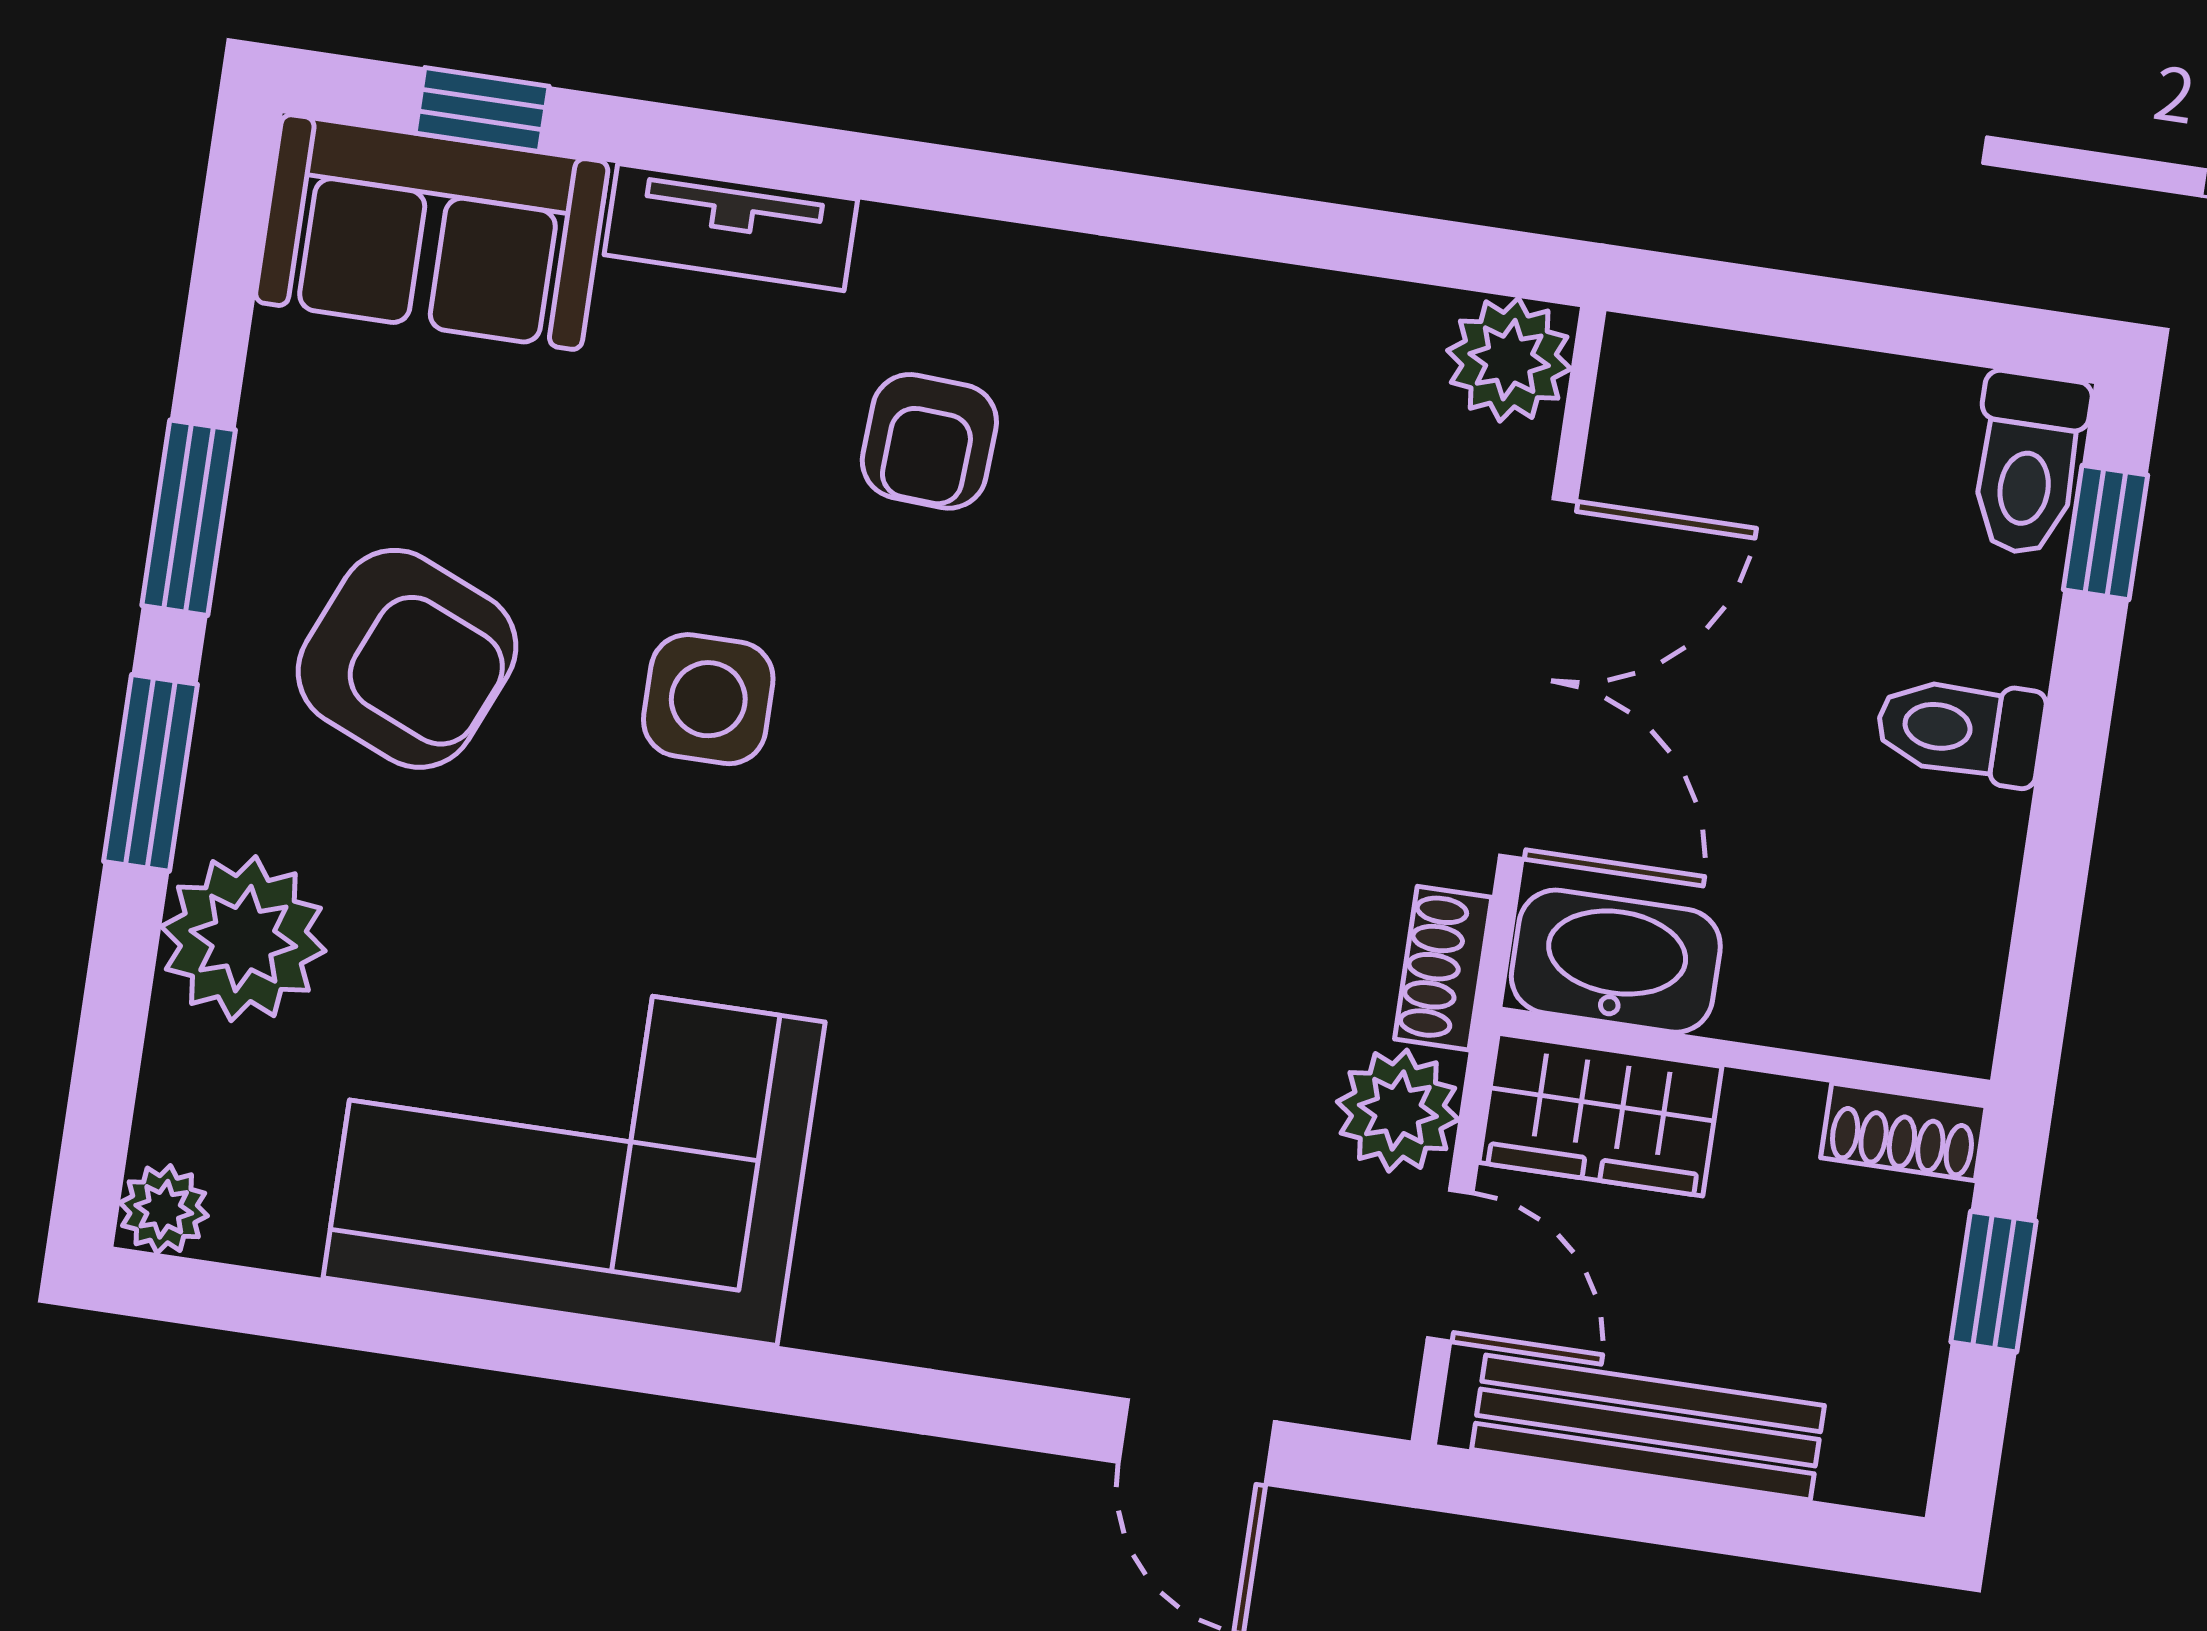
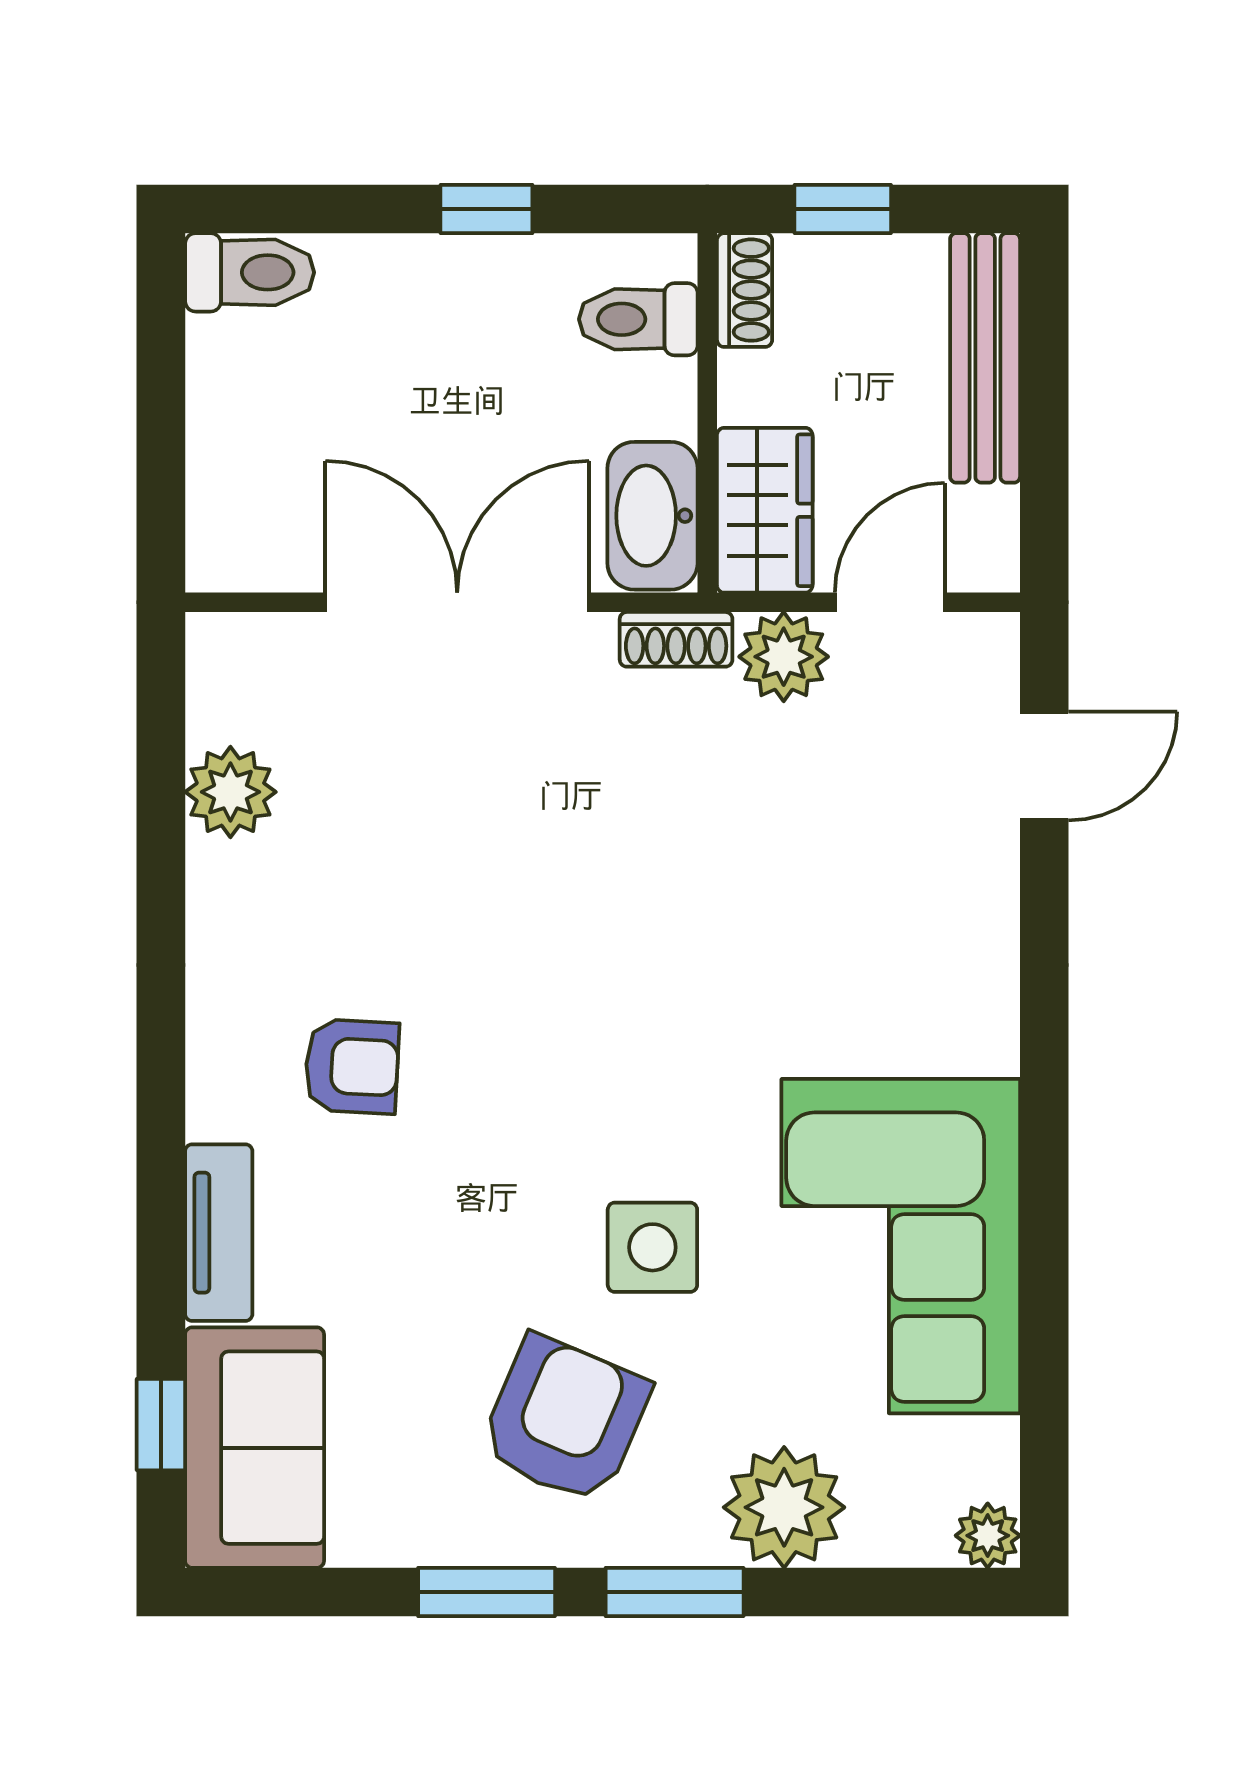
plant: (1509, 360) -> (230, 792), moved
window: (2105, 532) -> (486, 209), moved
side table: (708, 699) -> (652, 1247), moved
toilet: (1960, 730) -> (638, 319), moved, turned 90
bench: (1648, 1427) -> (985, 358), moved

